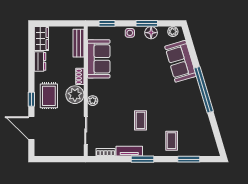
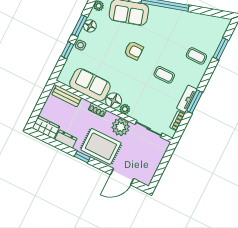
window: (107, 23) -> (67, 50), moved
armchair: (149, 82) -> (134, 51), added
floor lamp: (95, 87) -> (114, 101), added
plant: (75, 95) -> (121, 127), moved
rug: (49, 96) -> (101, 146), width x1.36, depth x1.43
window: (31, 99) -> (82, 157), moved
window: (143, 159) -> (194, 102), moved

